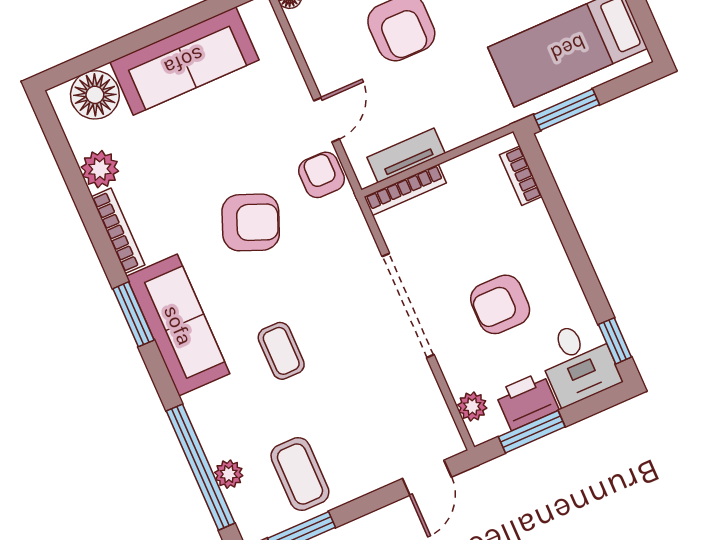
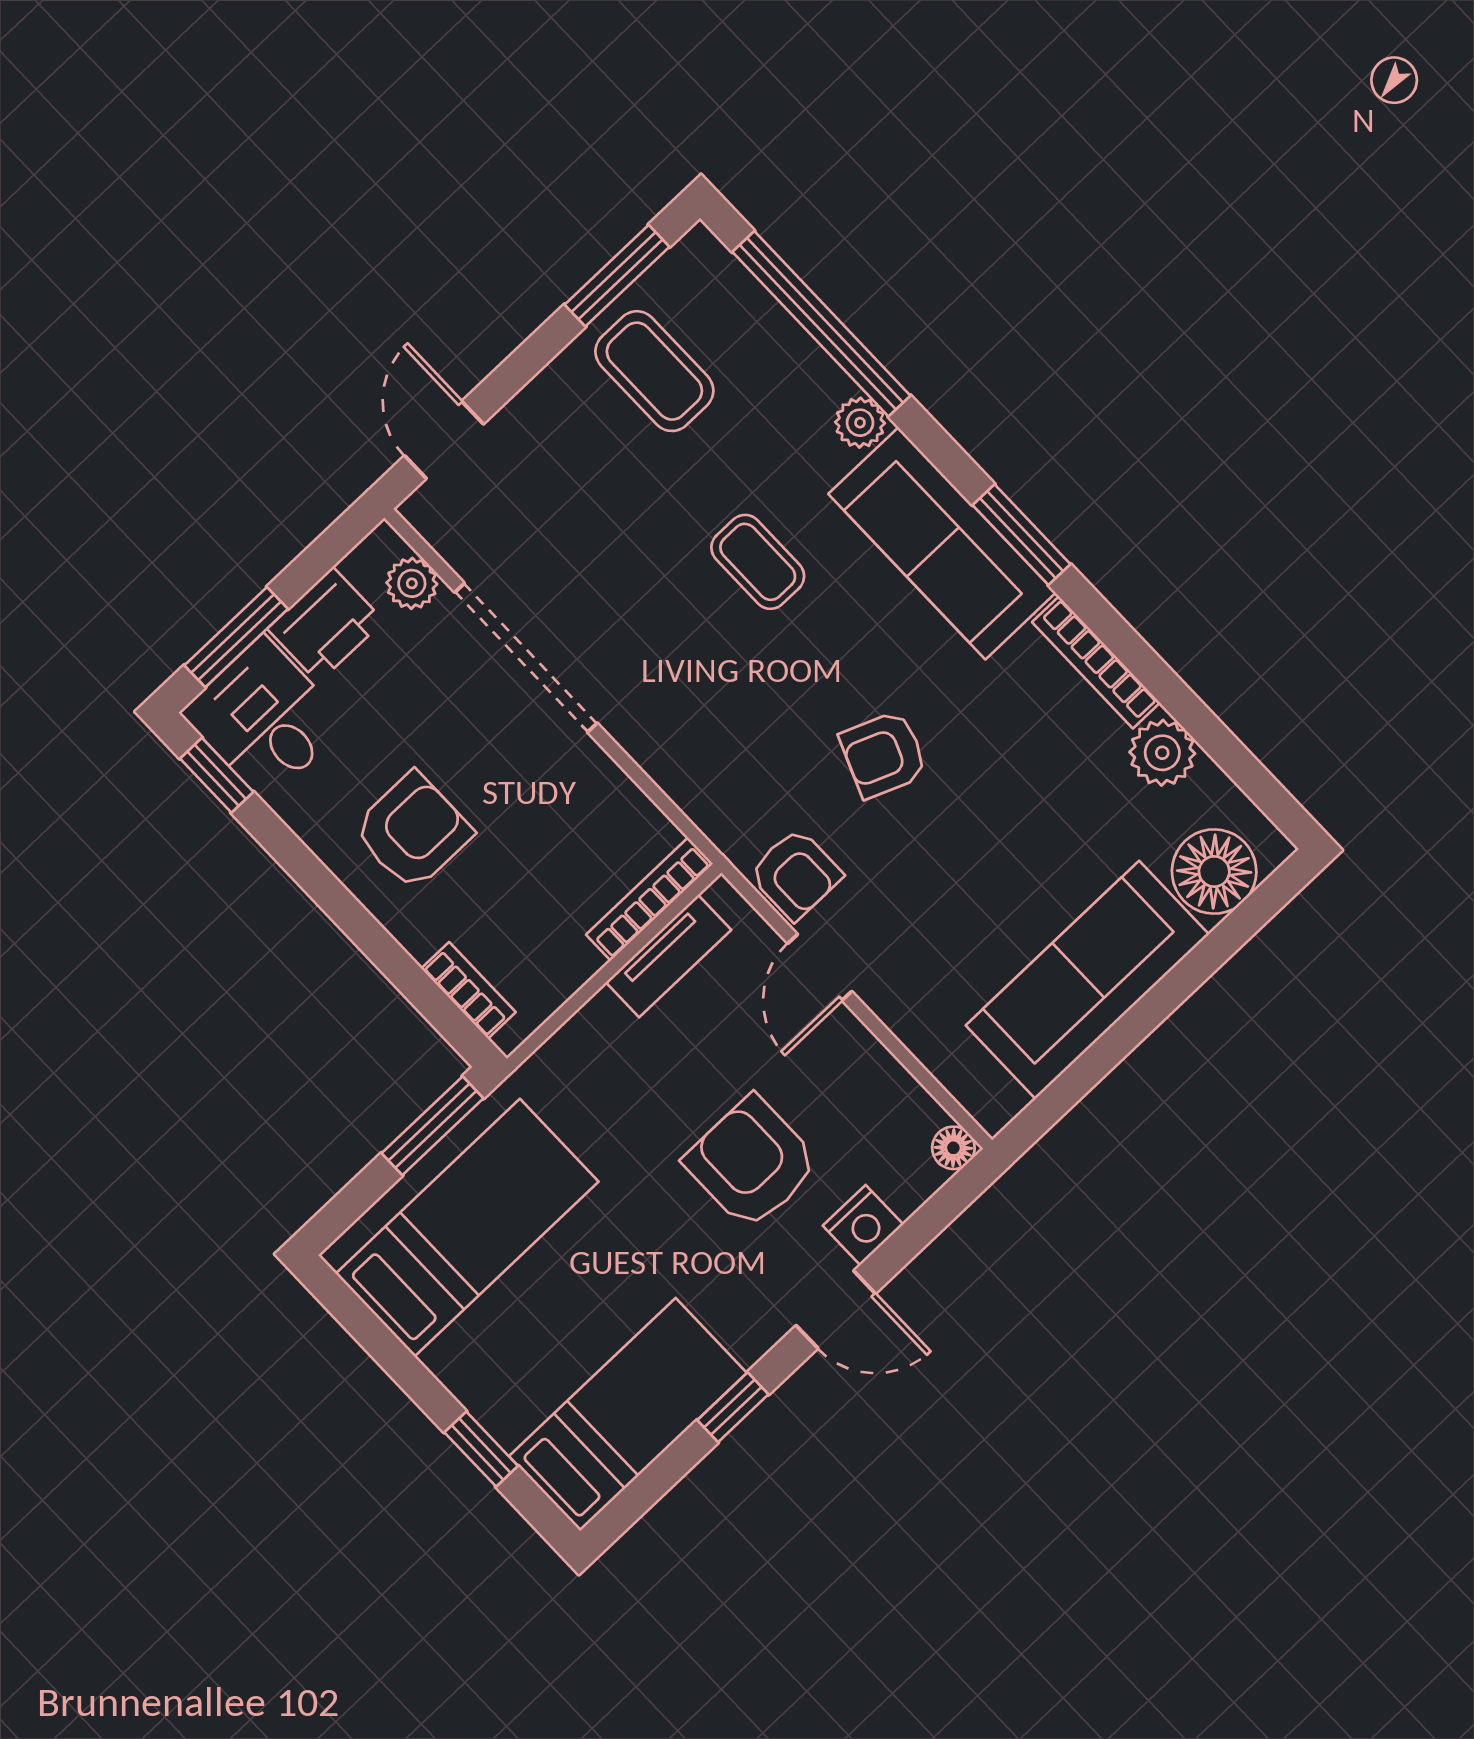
armchair: (251, 222) -> (884, 754), width x0.72, depth x0.72
armchair: (500, 304) -> (413, 831), moved
doorway: (408, 305) -> (526, 658), moved
window: (532, 432) -> (236, 637), moved
plant: (229, 474) -> (860, 423), moved

